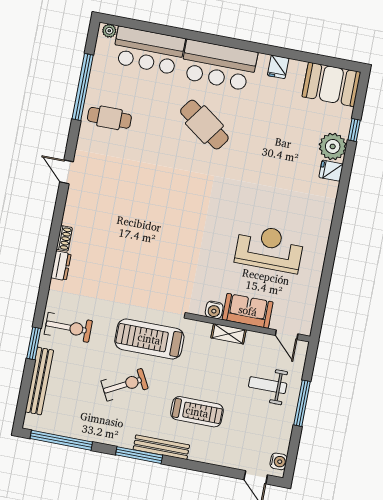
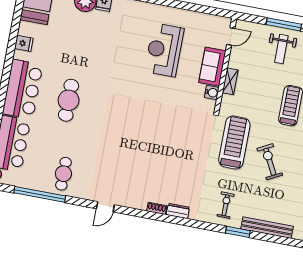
cafe table: (204, 125) -> (69, 100), turned -36
exercise bike: (68, 327) -> (226, 205), width x0.73, depth x0.72
treadmill: (149, 339) -> (234, 143), turned 180
weight bench: (268, 385) -> (281, 49), moved

